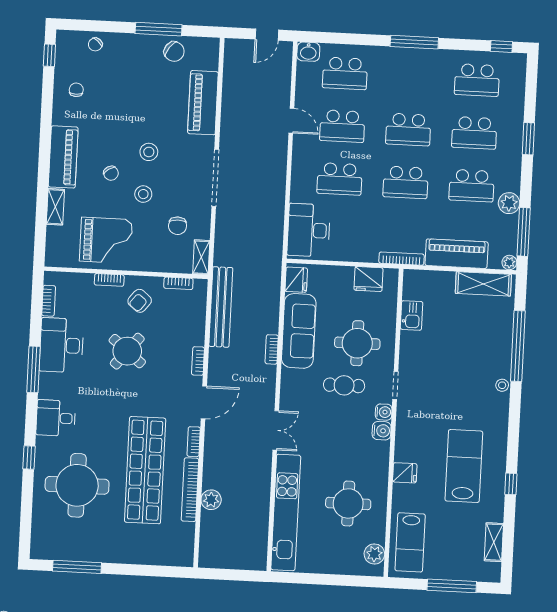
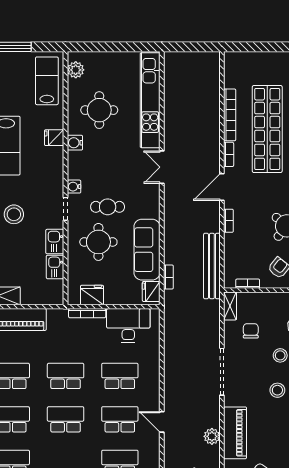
desk: (309, 230) -> (128, 325), moved, turned -90
bookcase: (401, 259) -> (87, 313), moved
kitchen sink: (410, 346) -> (55, 242), added
bookcase: (272, 349) -> (168, 277), moved
stool: (458, 382) -> (14, 214), added
water cooler: (382, 431) -> (75, 143), moved
plant: (211, 500) -> (212, 436), moved

